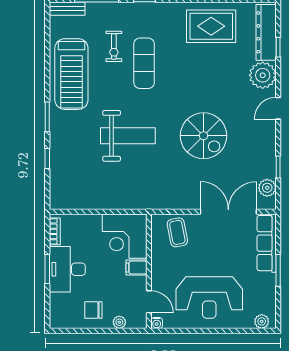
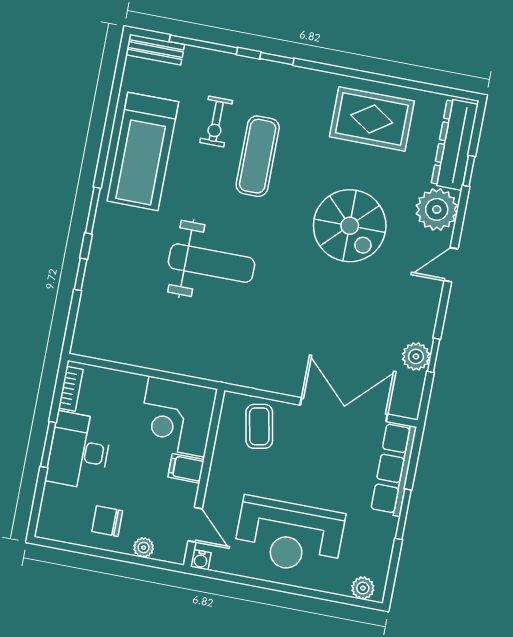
spiral stairs: (203, 136) -> (350, 226), moved
plant: (267, 188) -> (416, 356), moved

